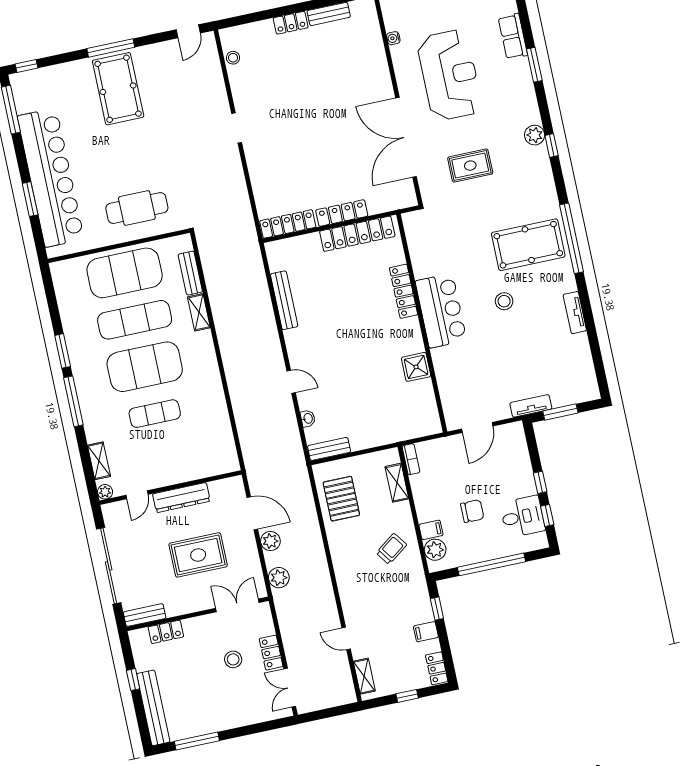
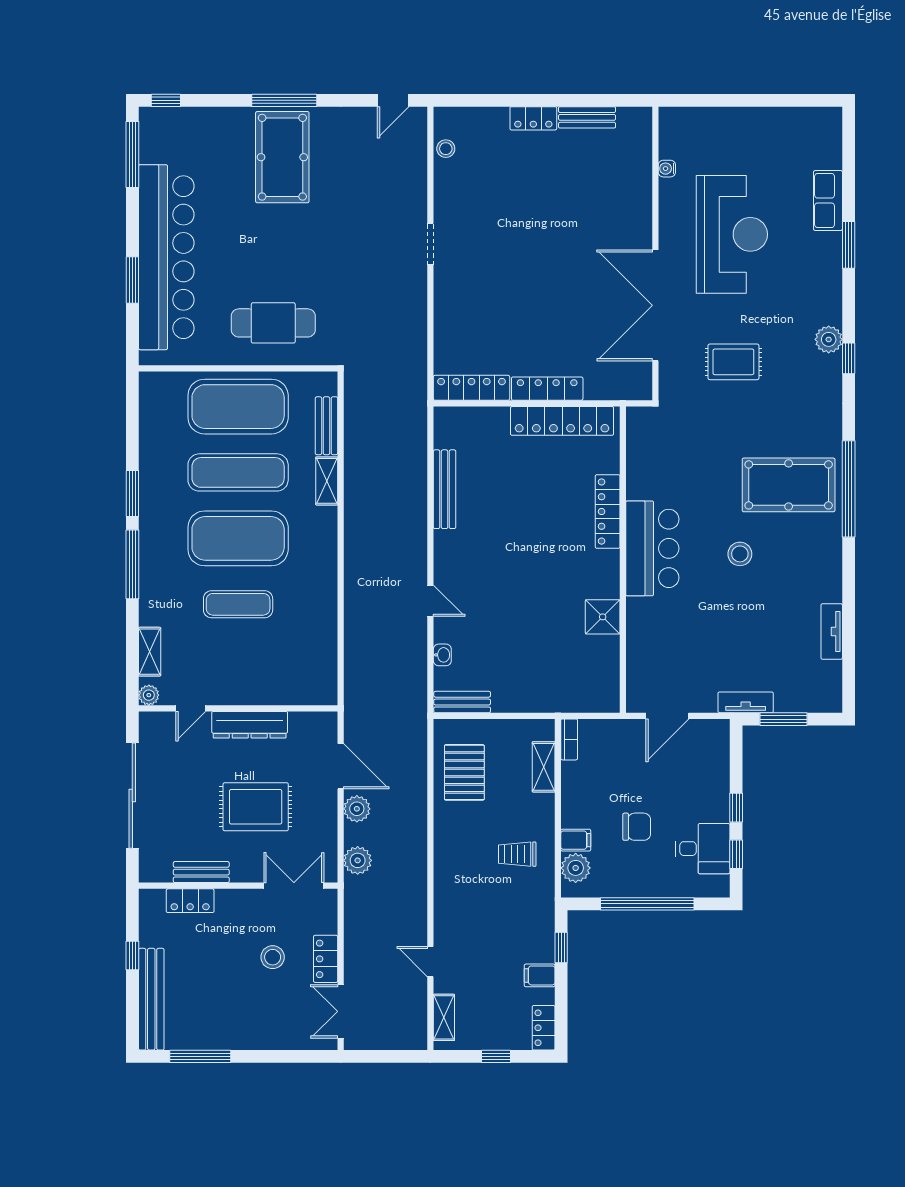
tv unit: (575, 313) -> (832, 632), moved
trolley: (391, 549) -> (517, 854), turned -144
bench: (145, 615) -> (201, 872), moved

